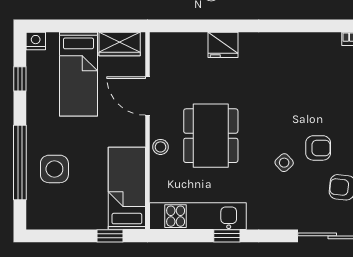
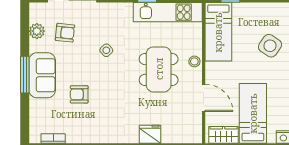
armchair: (318, 148) -> (79, 94), moved
side table: (54, 169) -> (270, 46), turned 34

